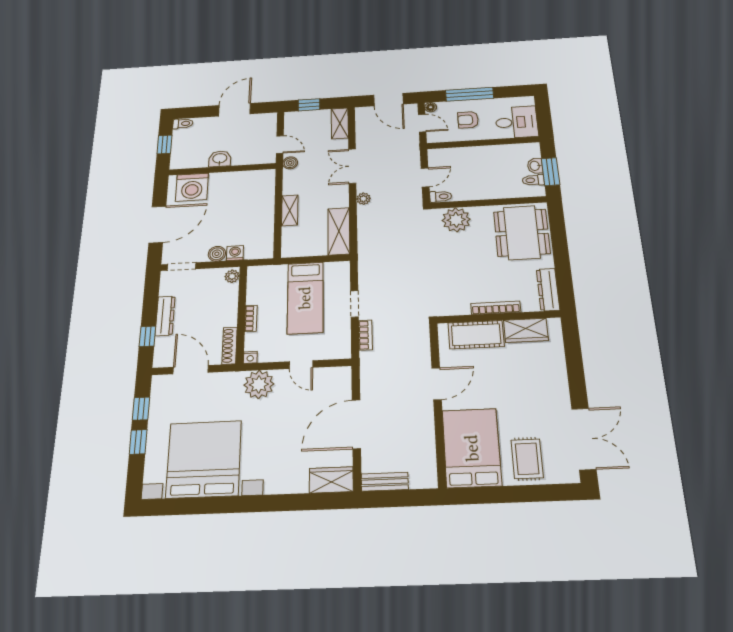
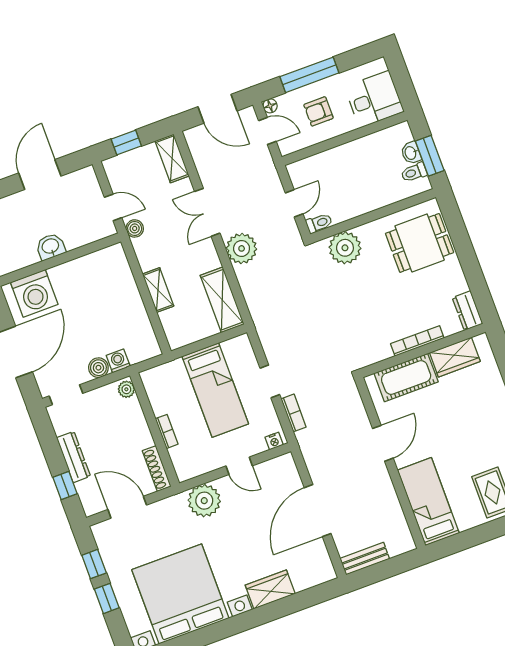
plant: (363, 199) -> (242, 248), width x1.88, depth x1.88
dining table: (522, 233) -> (420, 243), width x0.73
dresser: (548, 290) -> (467, 311), width x0.70
nightstand: (250, 357) -> (274, 441), moved
bed: (472, 448) -> (428, 502), width x0.67
wardrobe: (331, 480) -> (270, 589), moved

